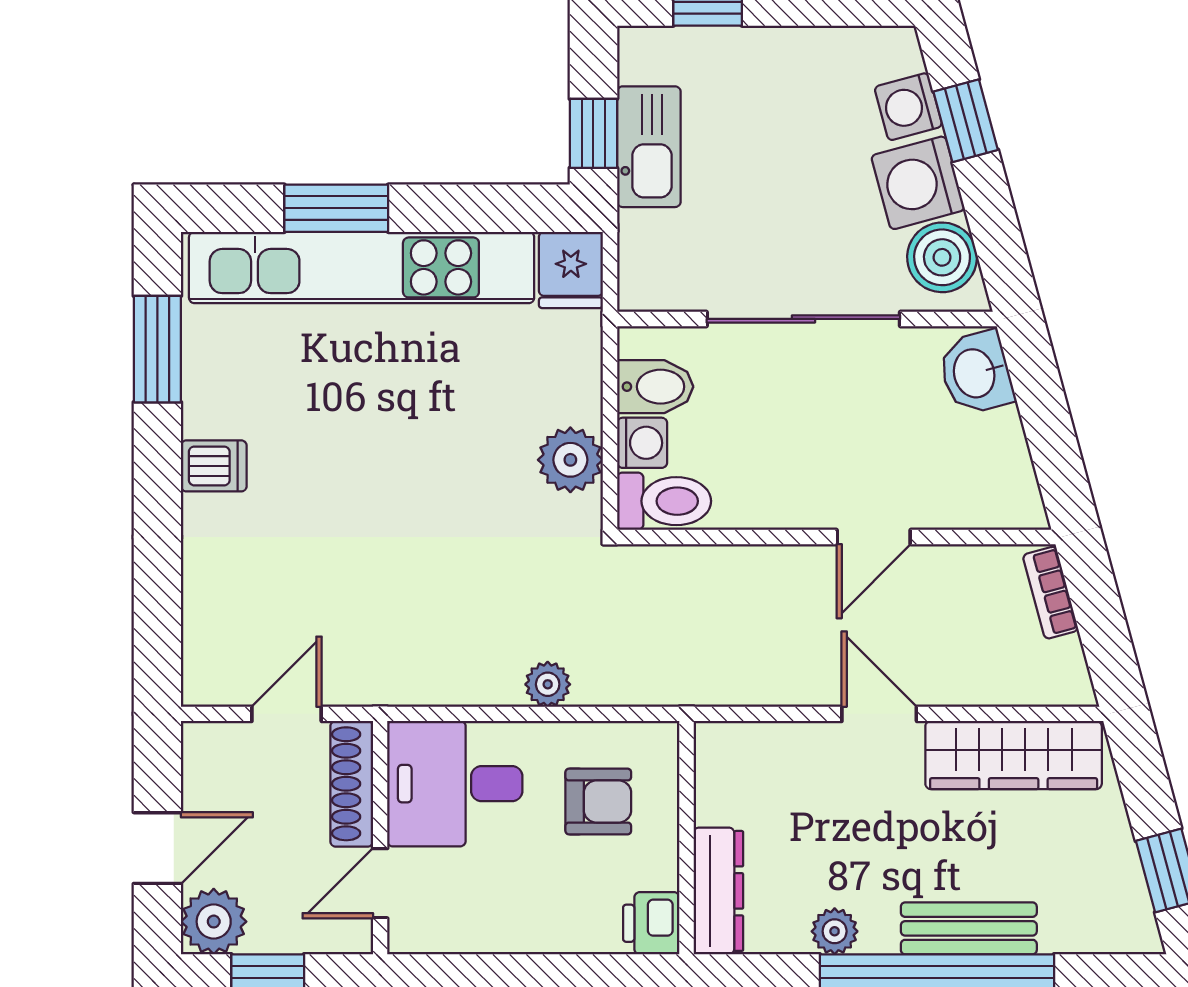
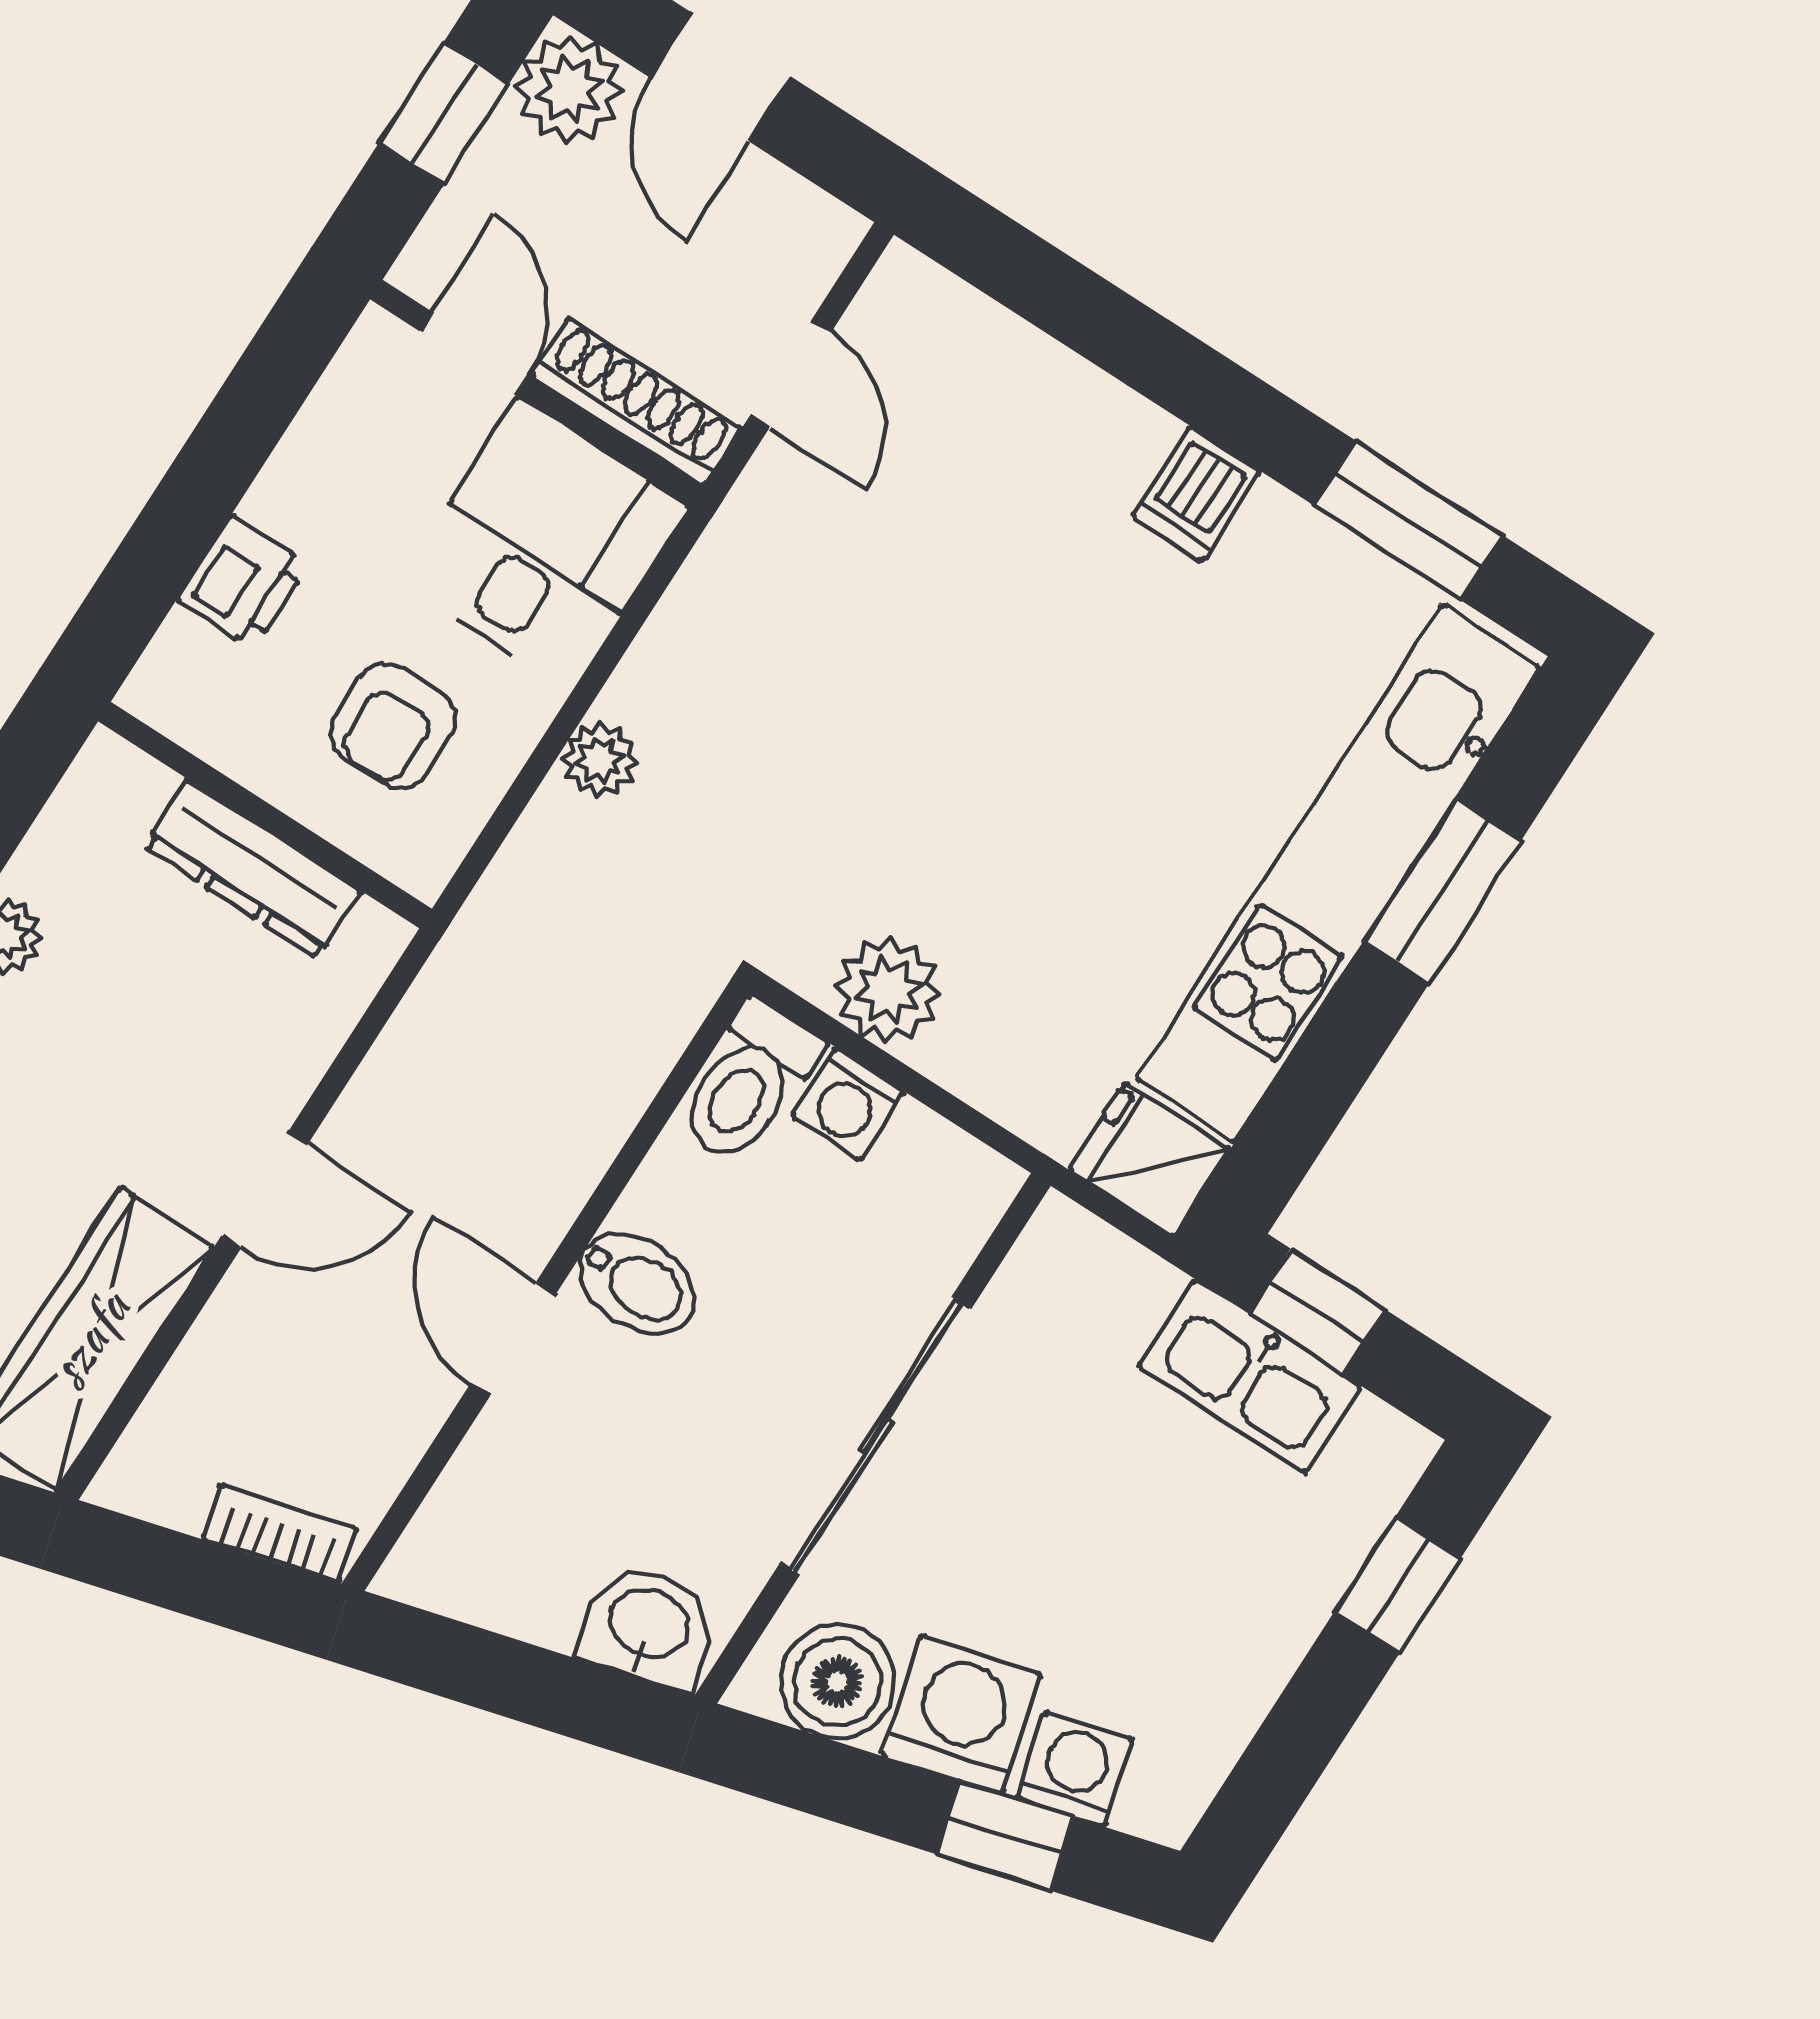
bidet: (655, 387) -> (637, 1283), moved, turned -90
dresser: (718, 891) -> (252, 869), moved
printer: (651, 923) -> (243, 582), moved, turned 90

